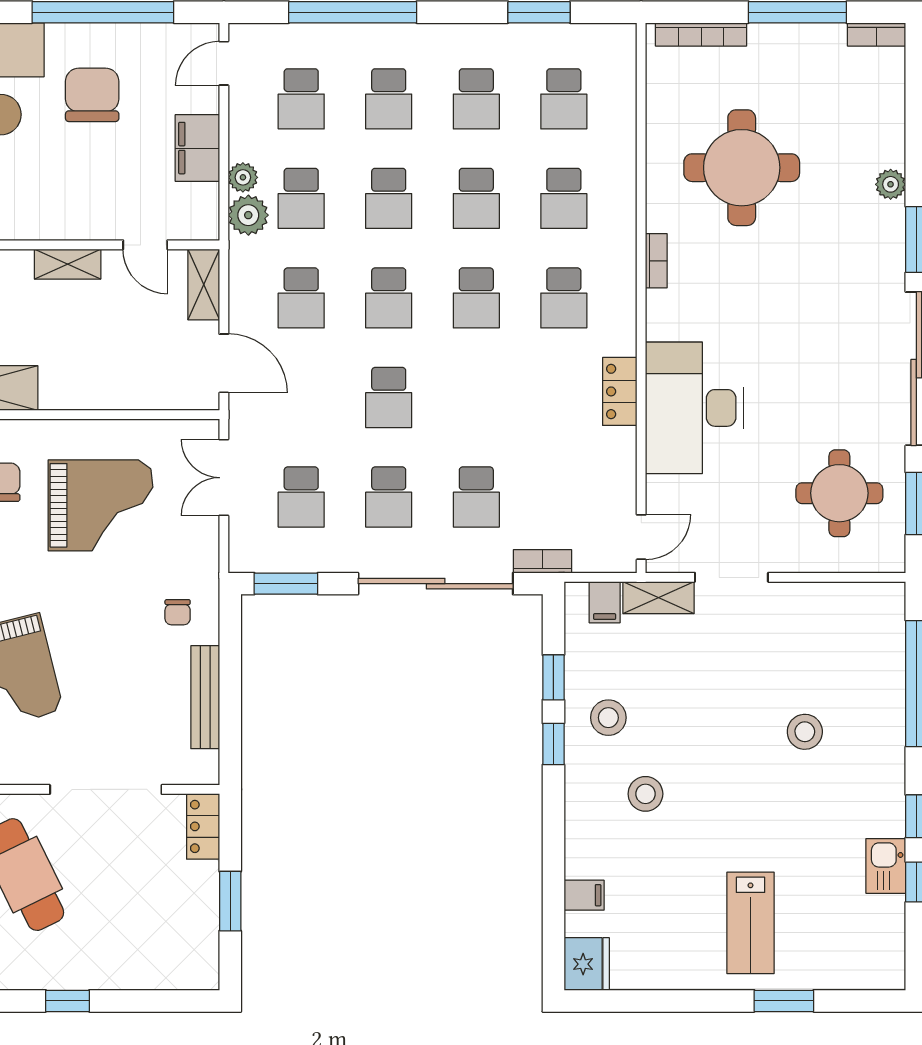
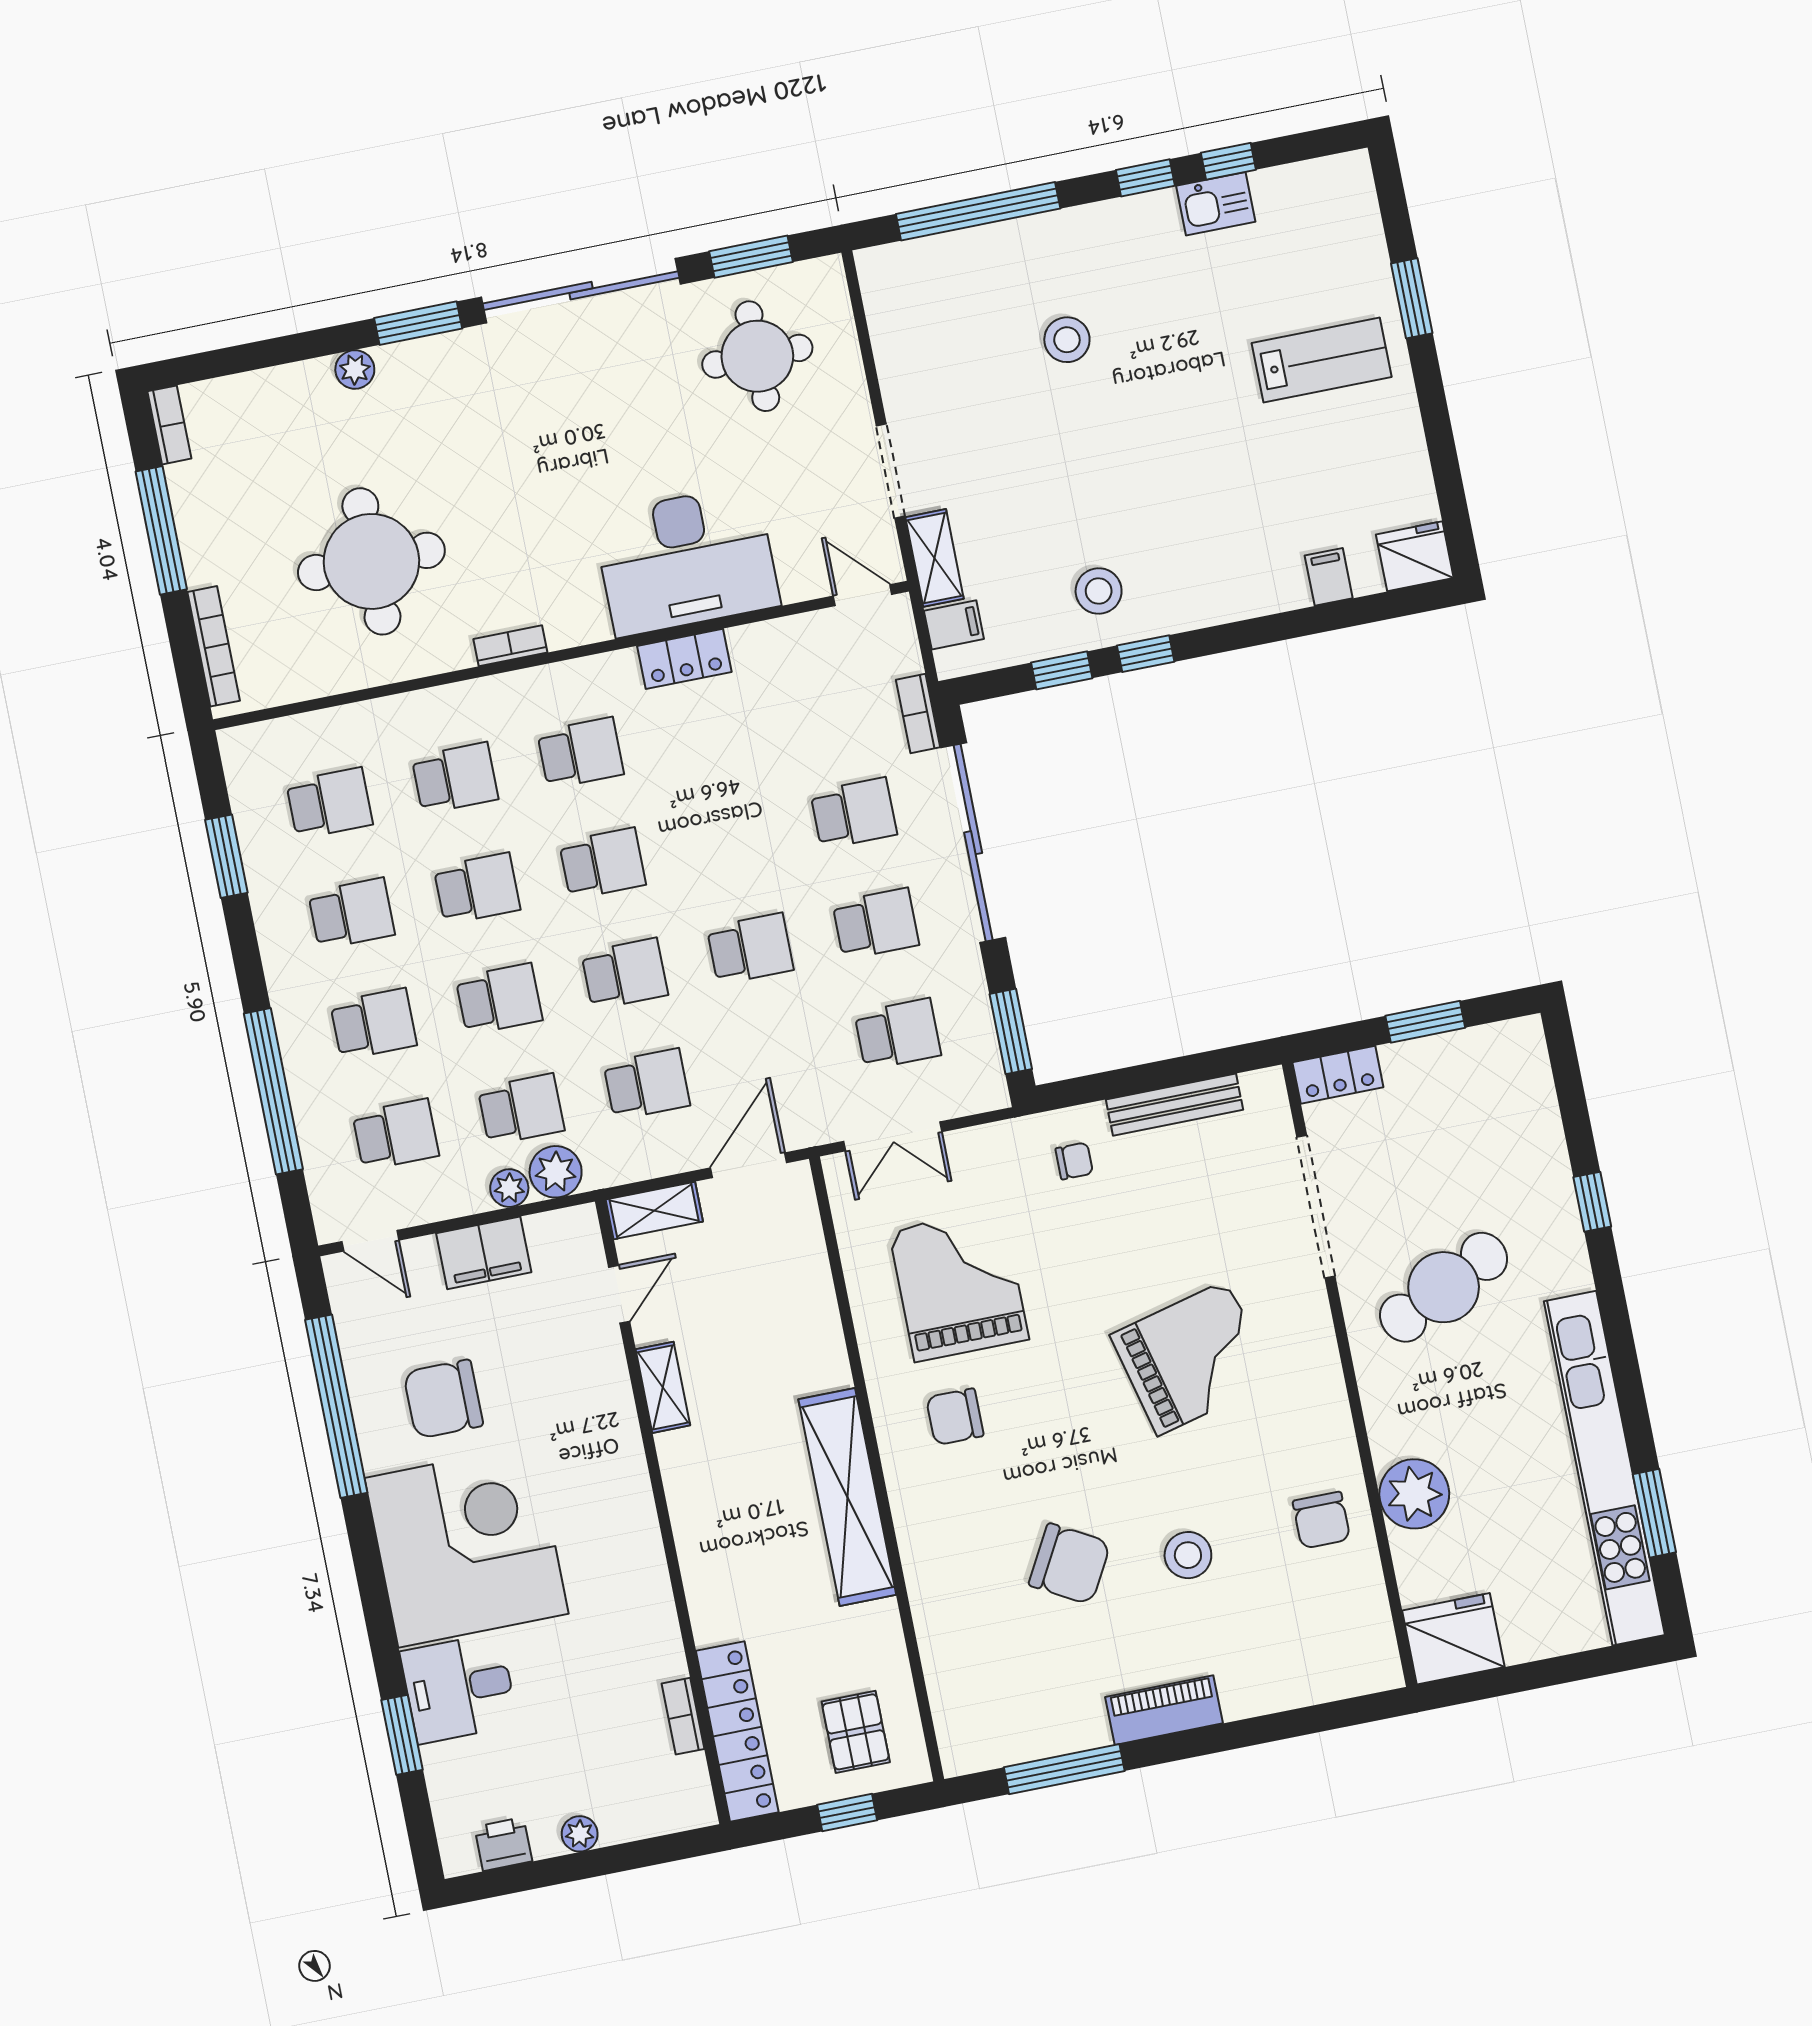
stool: (645, 794) -> (1185, 525), removed

